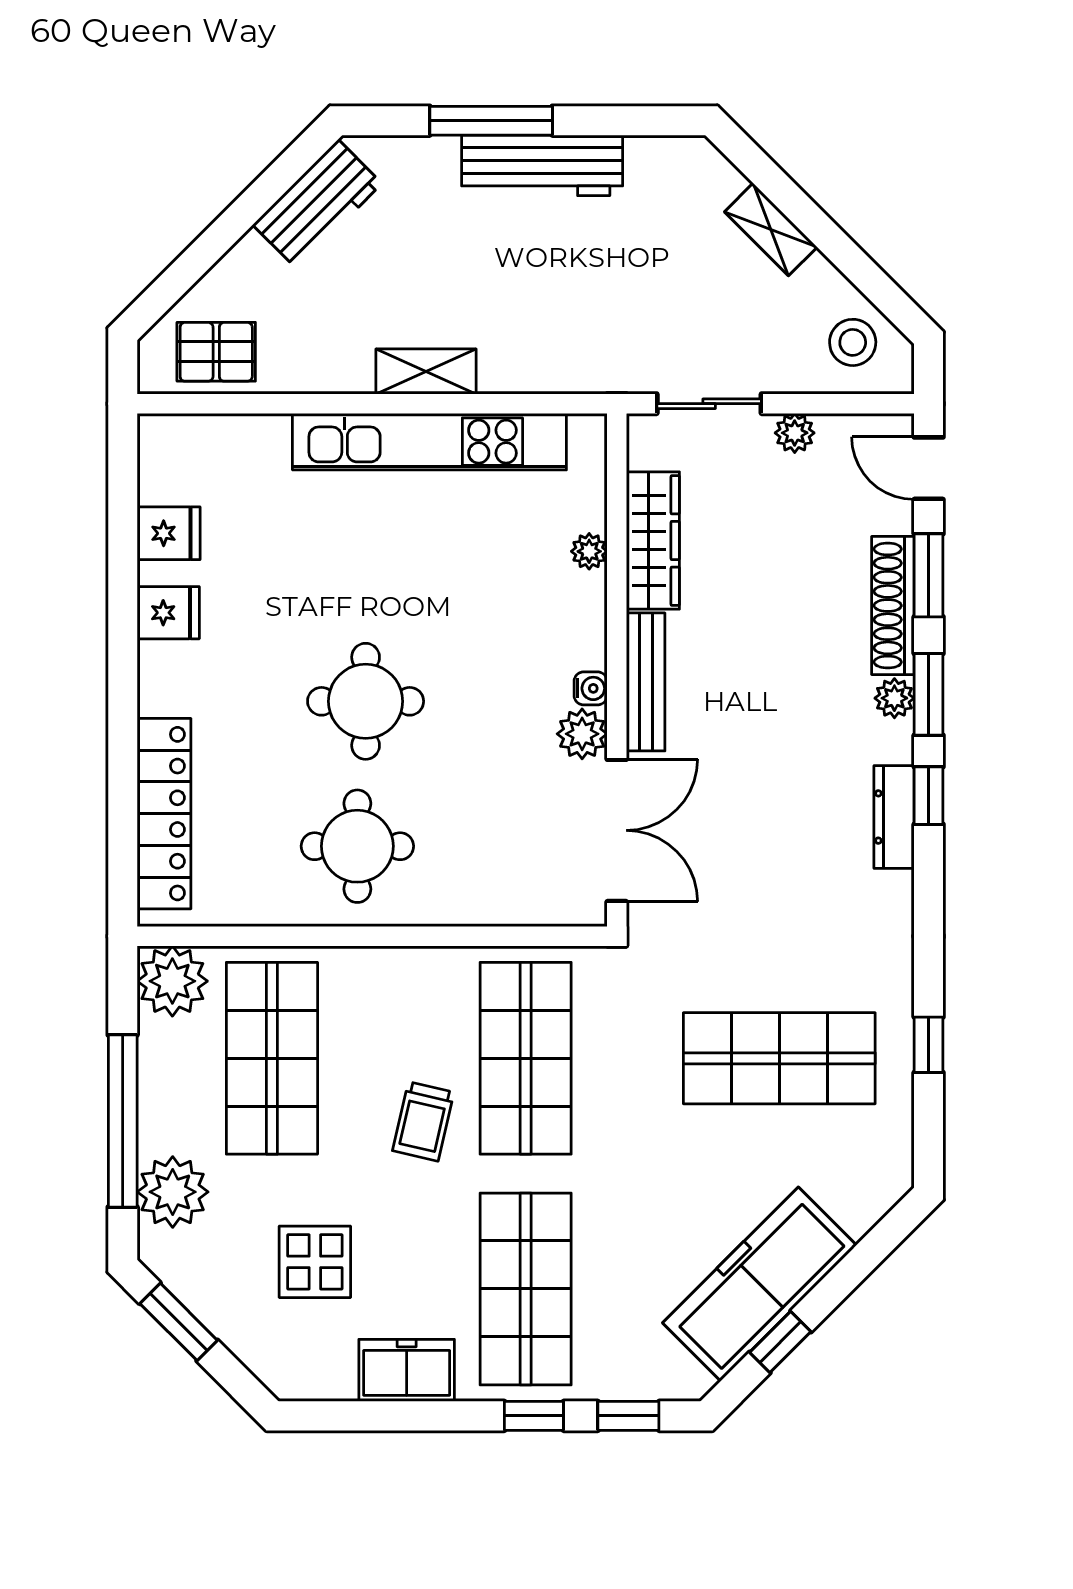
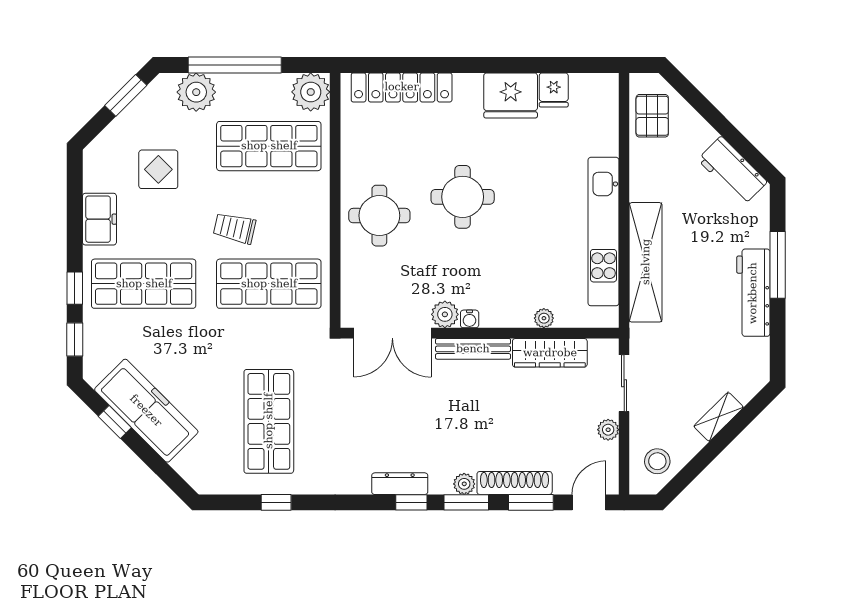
shelving: (426, 372) -> (646, 262), width x2.20, depth x1.33
fridge: (168, 613) -> (511, 95), width x1.88, depth x1.34
round table: (357, 846) -> (379, 216), moved

